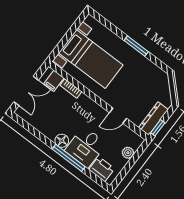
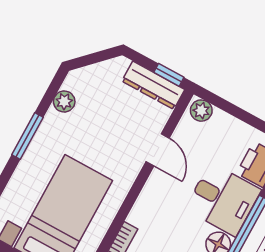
plant: (152, 69) -> (64, 102), added
plant: (128, 153) -> (201, 111), moved

